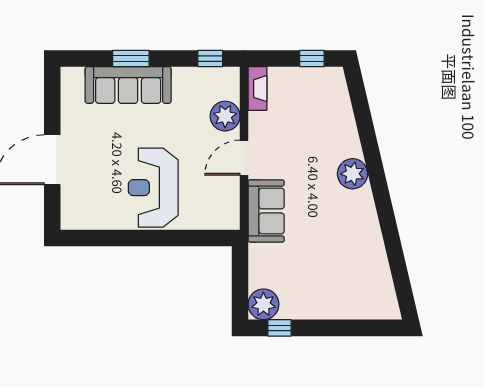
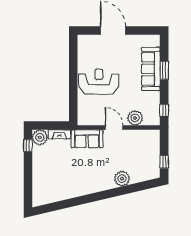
fireplace: (257, 89) -> (59, 134), moved
plant: (352, 174) -> (122, 179), moved

